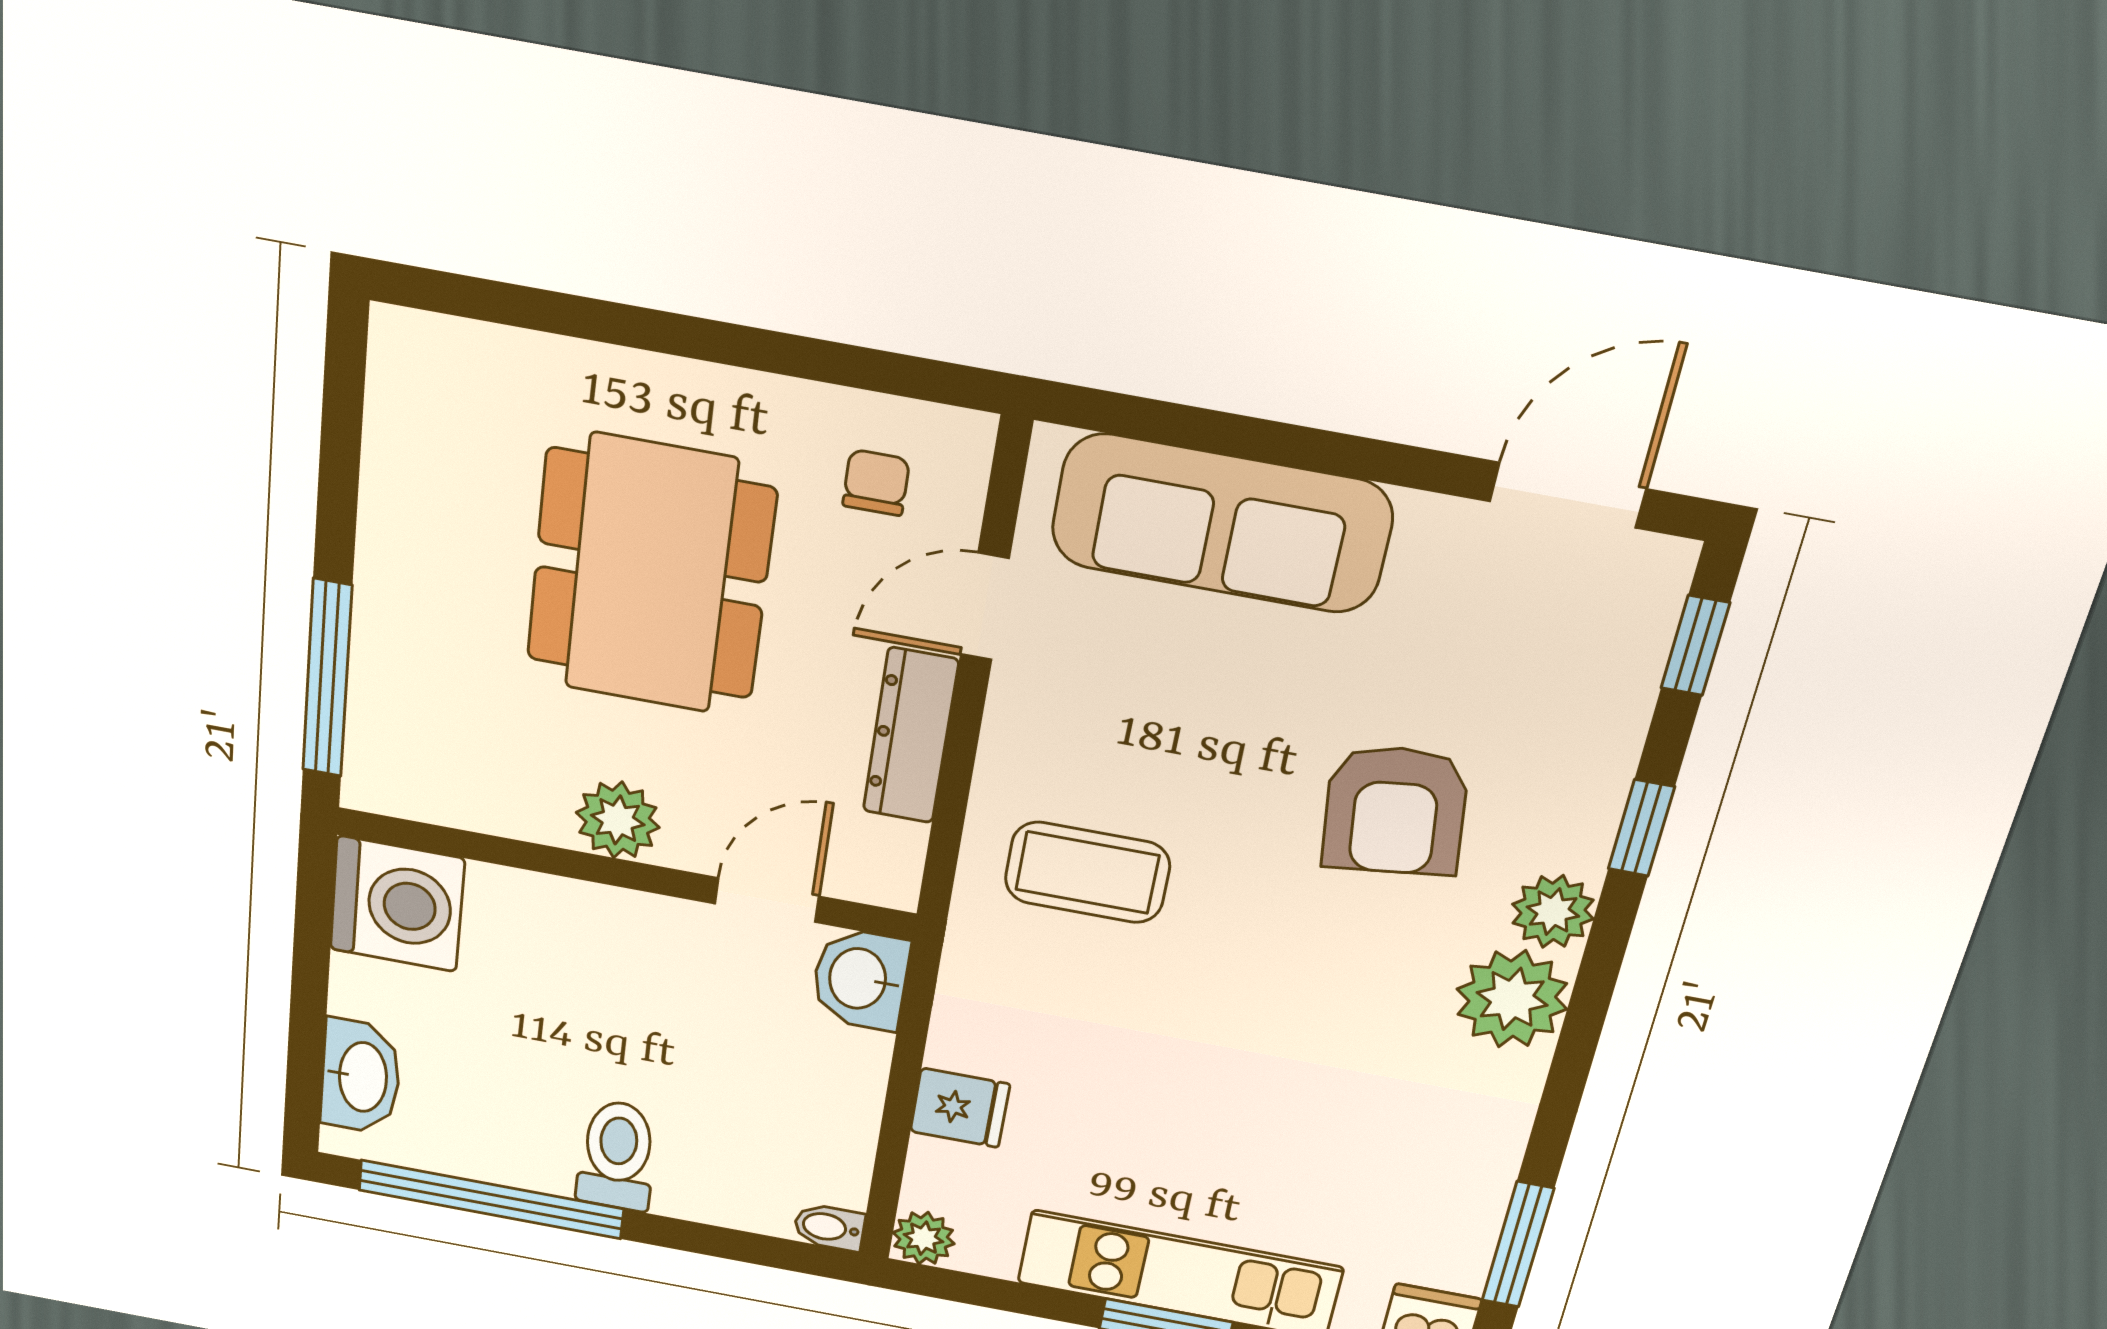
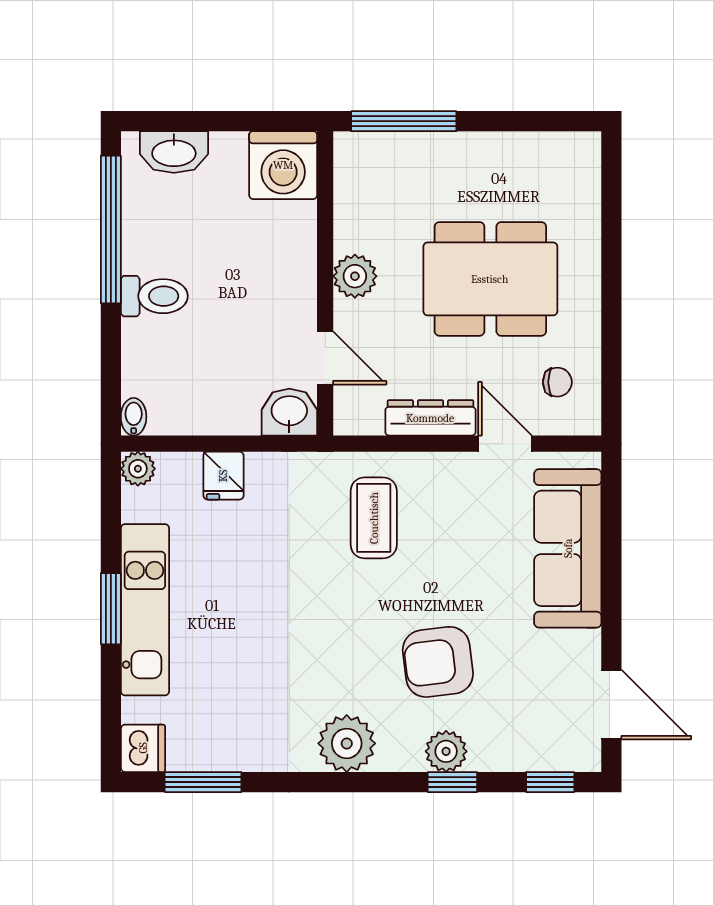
plant: (1553, 912) -> (446, 751), moved

